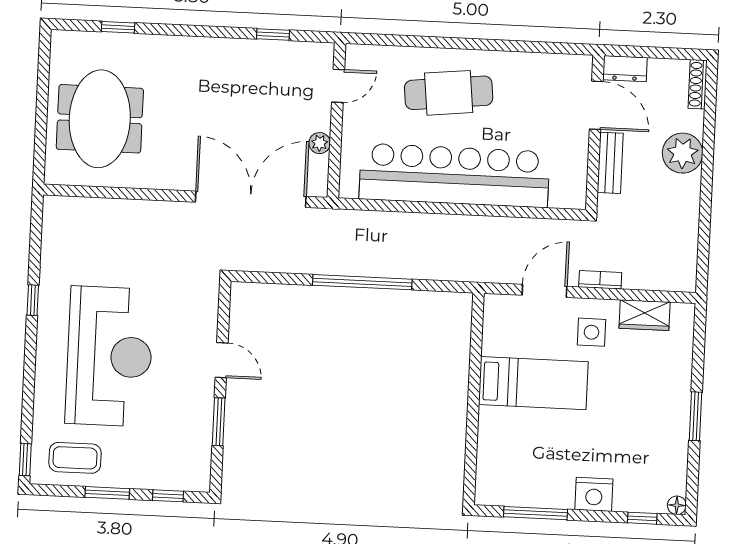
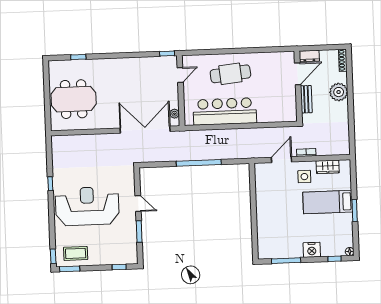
window: (273, 35) -> (167, 54), moved
door: (596, 105) -> (298, 74), hinge flipped
meeting table: (100, 119) -> (74, 99), turned 90
plant: (320, 143) -> (174, 114), moved
bar counter: (454, 175) -> (225, 111), width x0.73
reception desk: (109, 356) -> (87, 206), turned -90
bed: (533, 383) -> (328, 202), moved, turned 180
window: (107, 493) -> (70, 269), moved

